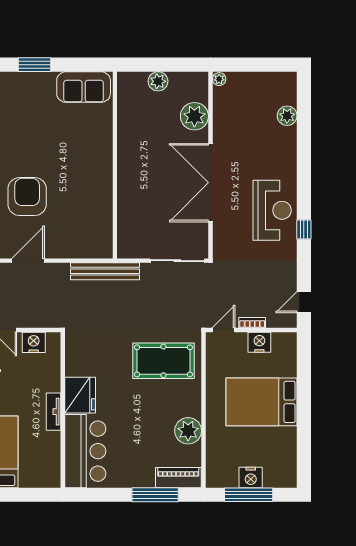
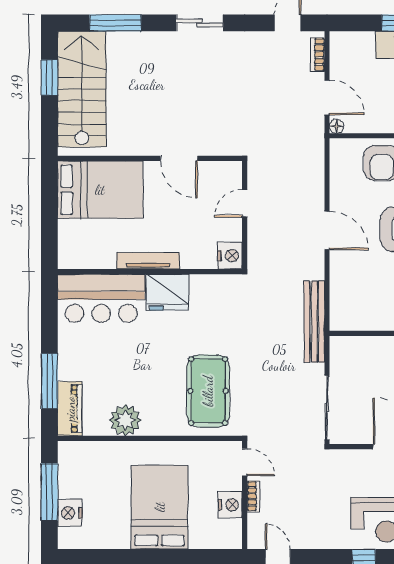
nightstand: (34, 342) -> (230, 256), moved
tv unit: (54, 412) -> (148, 261), width x1.41
nightstand: (251, 478) -> (70, 513), moved

